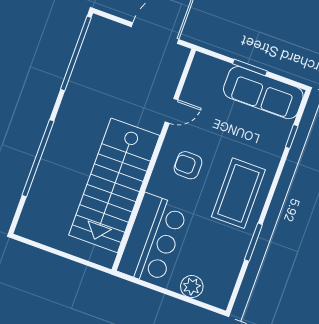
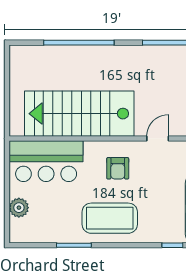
door: (171, 111) -> (158, 138), swing flipped
armchair: (188, 165) -> (118, 168), turned 180

